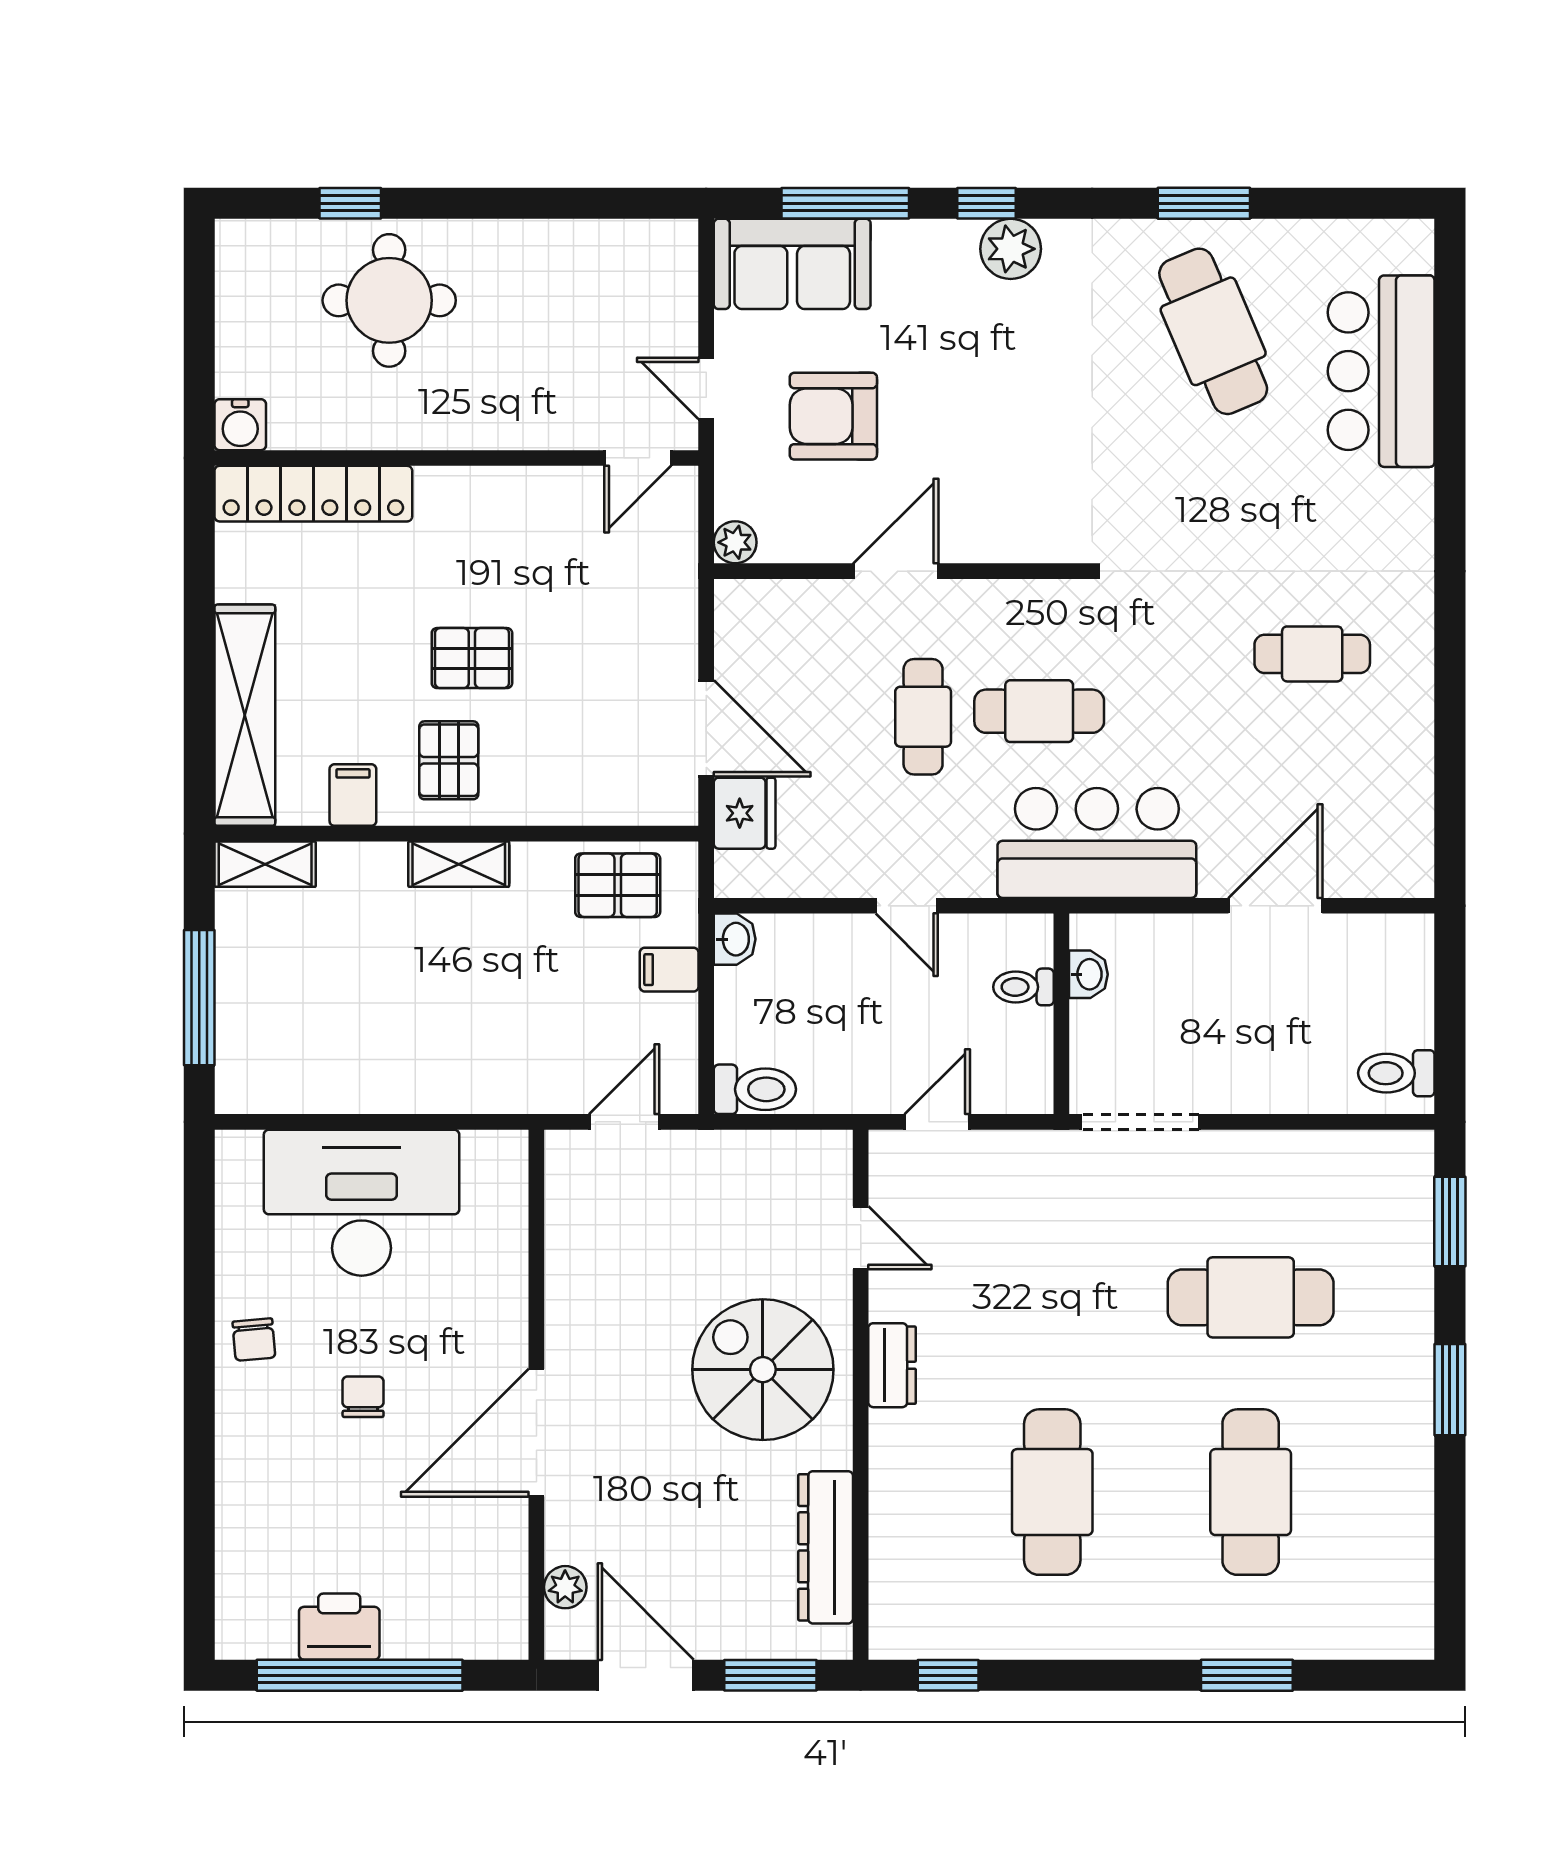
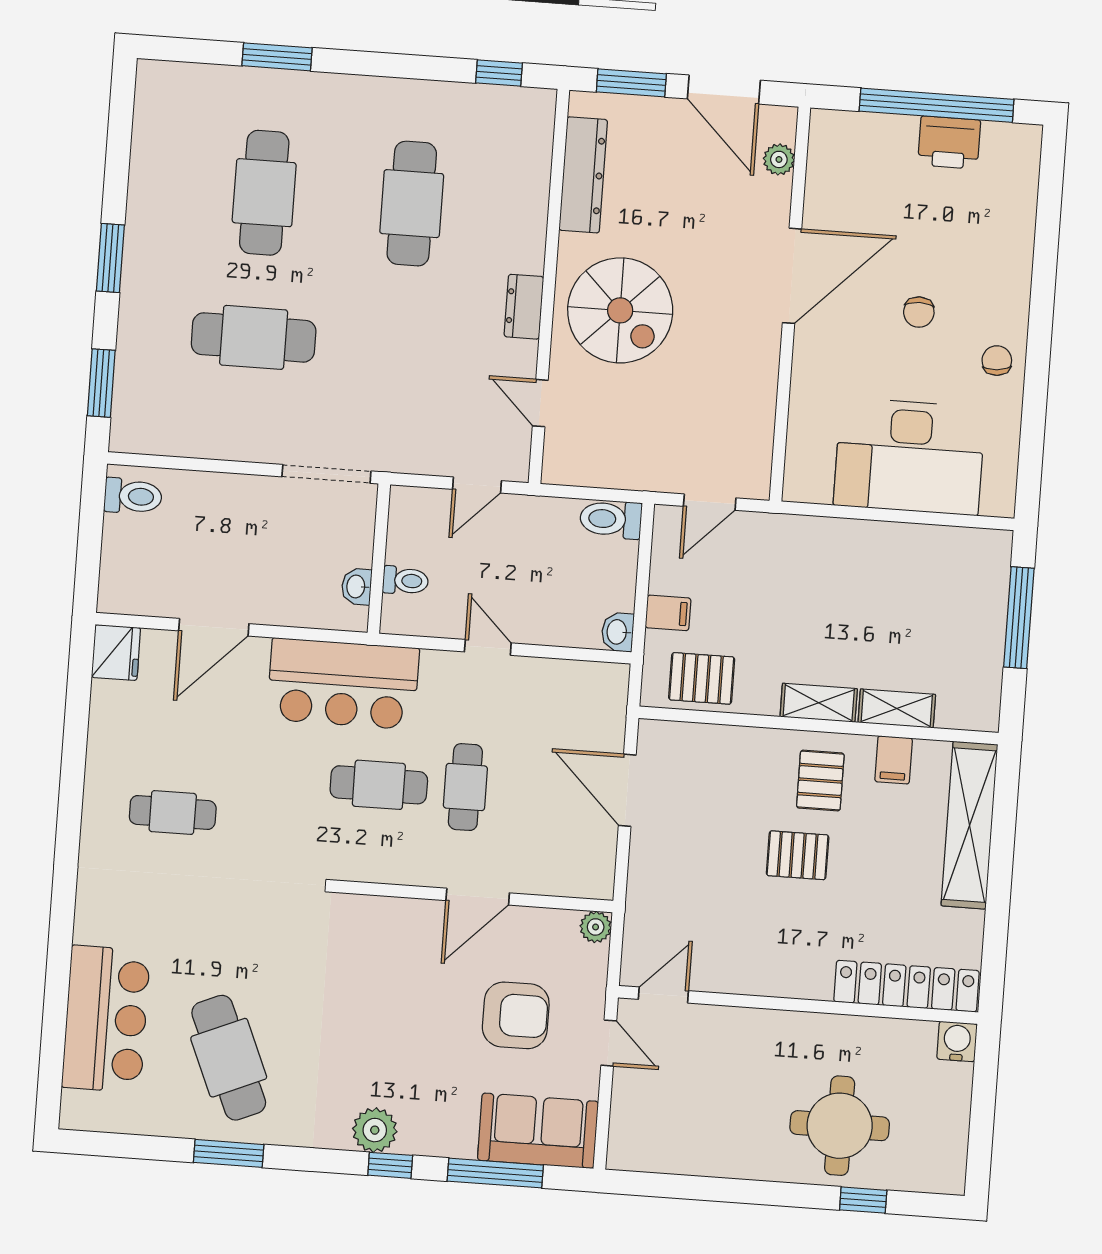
fridge: (745, 813) -> (116, 652), moved, turned 180
shelving: (265, 864) -> (897, 709), moved

